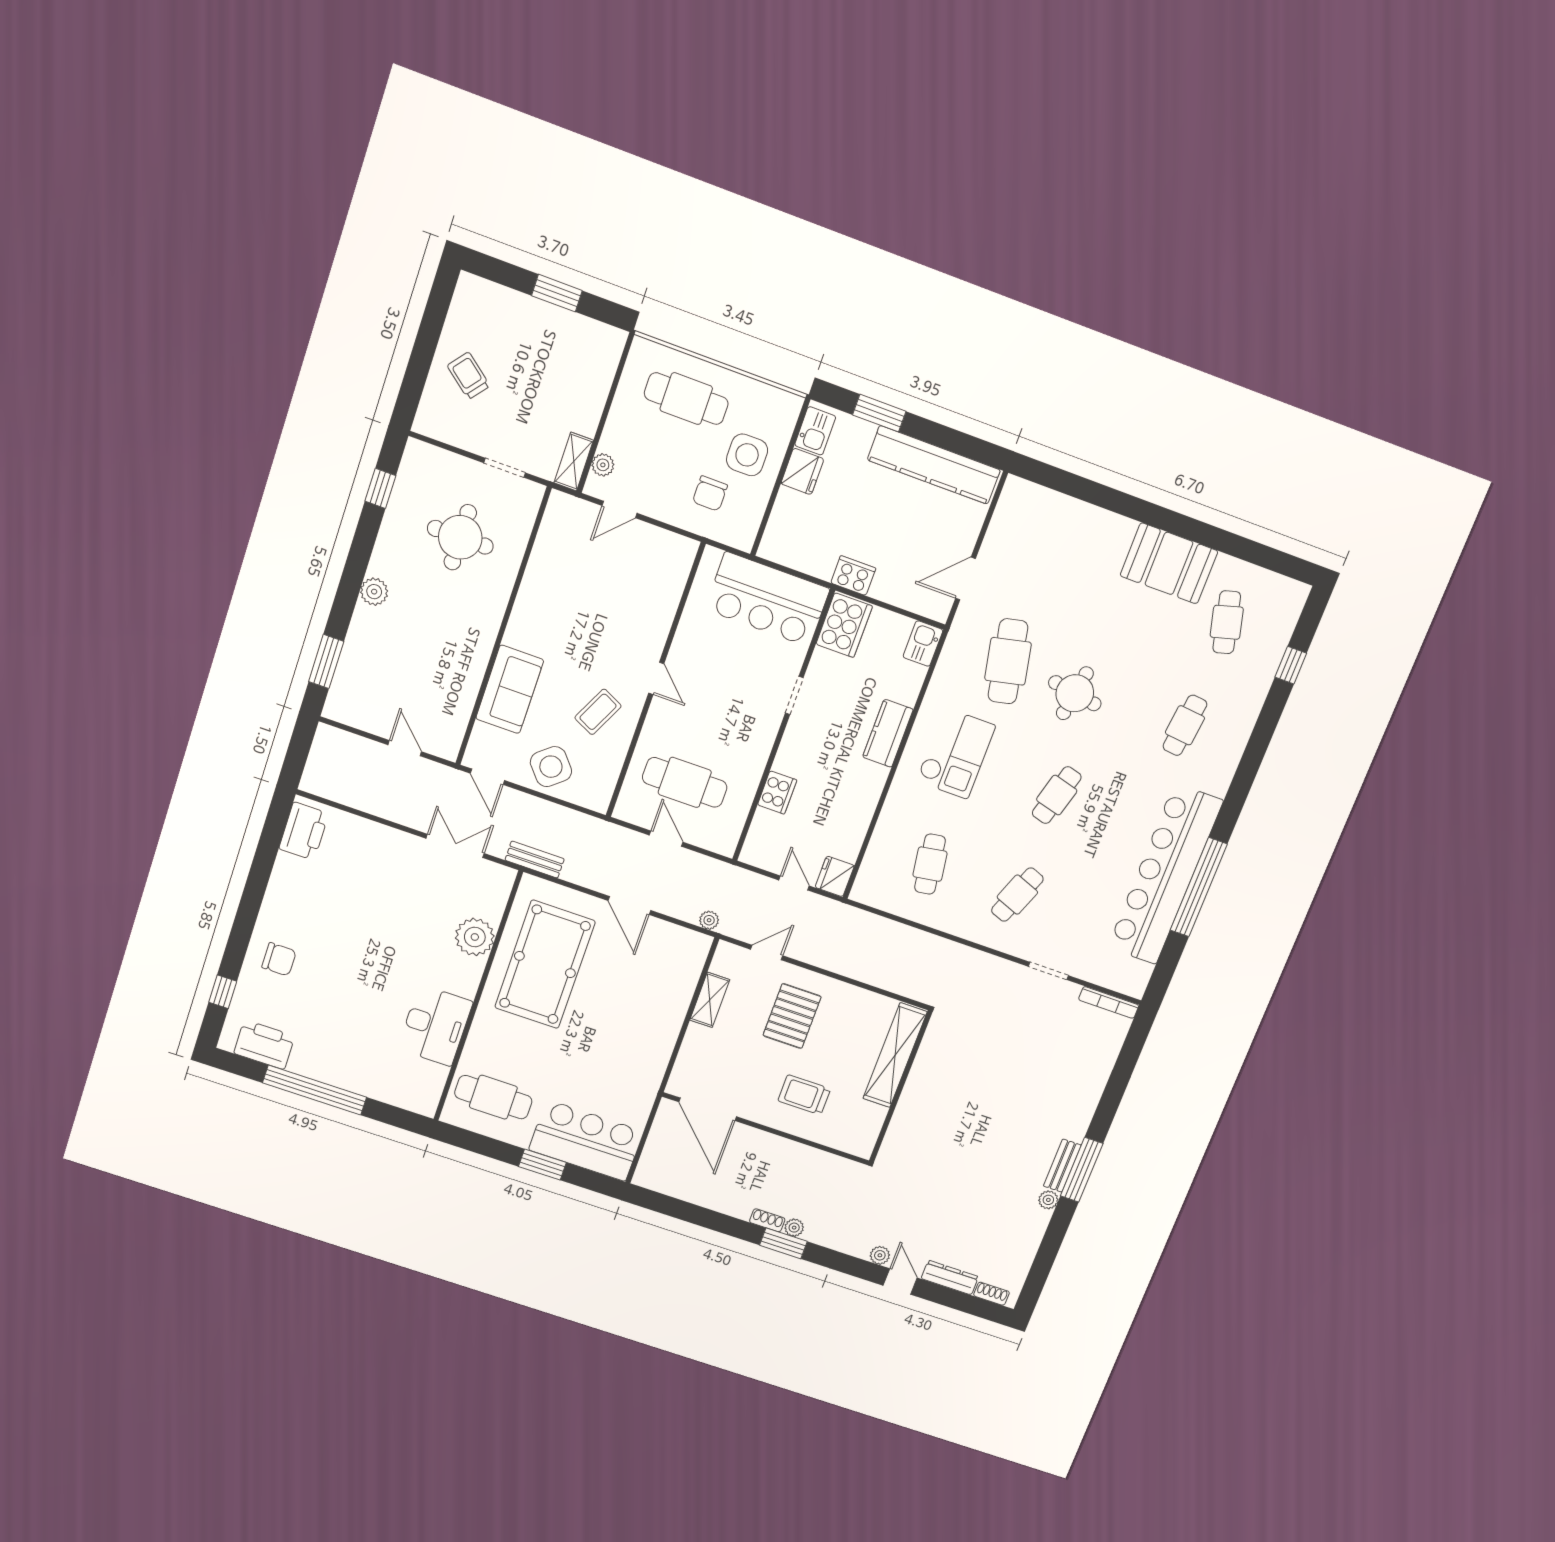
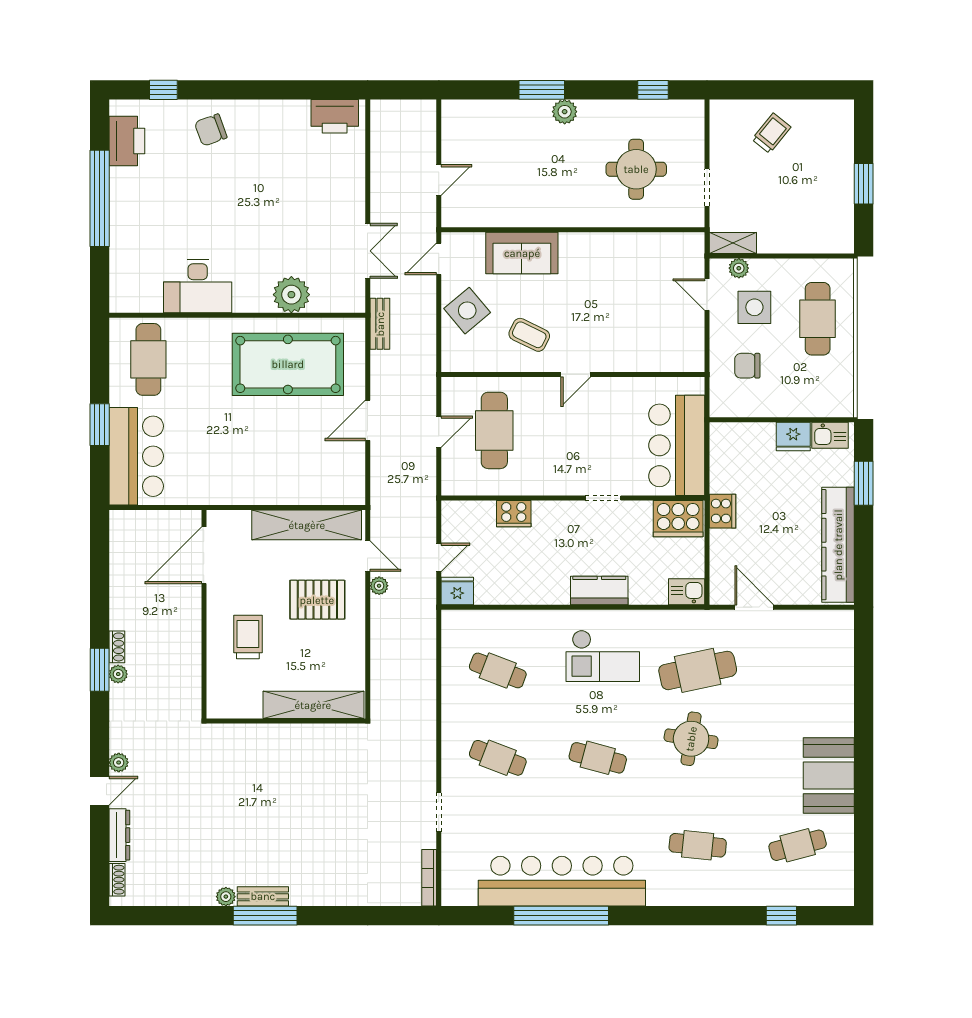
side table: (747, 455) -> (754, 307), moved
window: (326, 661) -> (542, 90), moved
cafe table: (930, 864) -> (498, 670), turned 30
plant: (709, 920) -> (379, 586), moved
chair: (279, 959) -> (211, 130), turned 70
shelving: (710, 1000) -> (307, 525), width x2.20, depth x1.33

